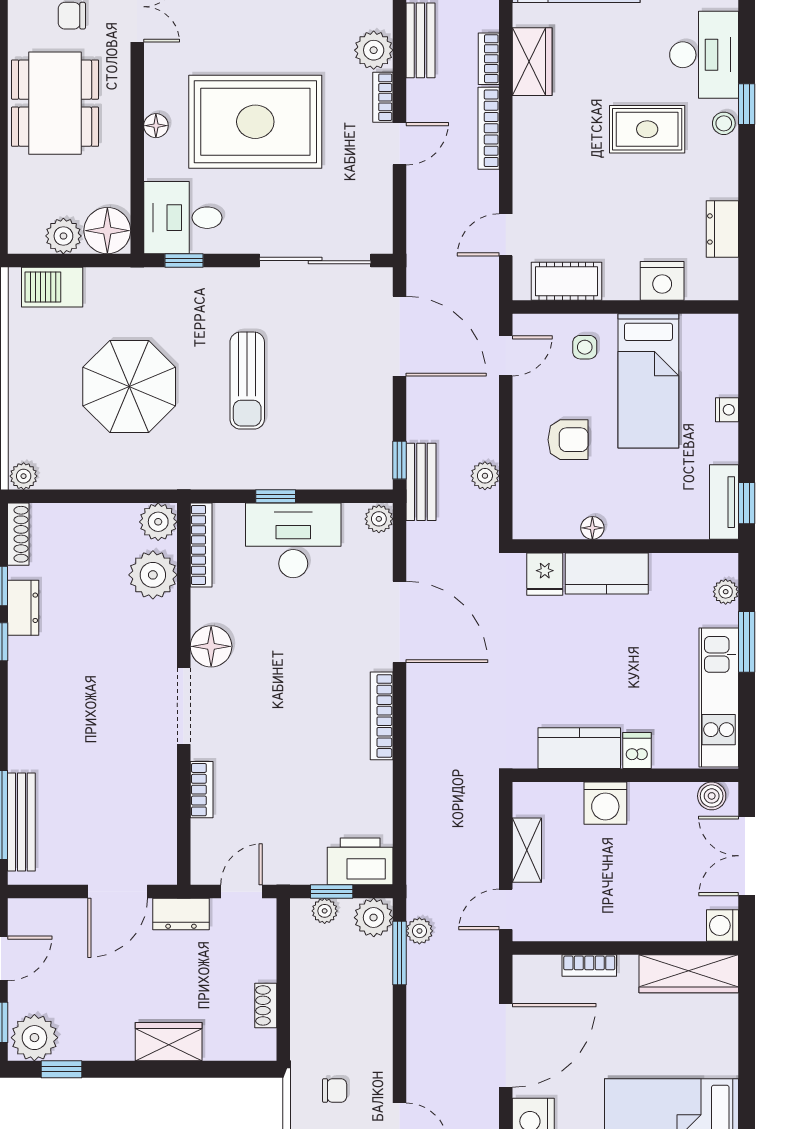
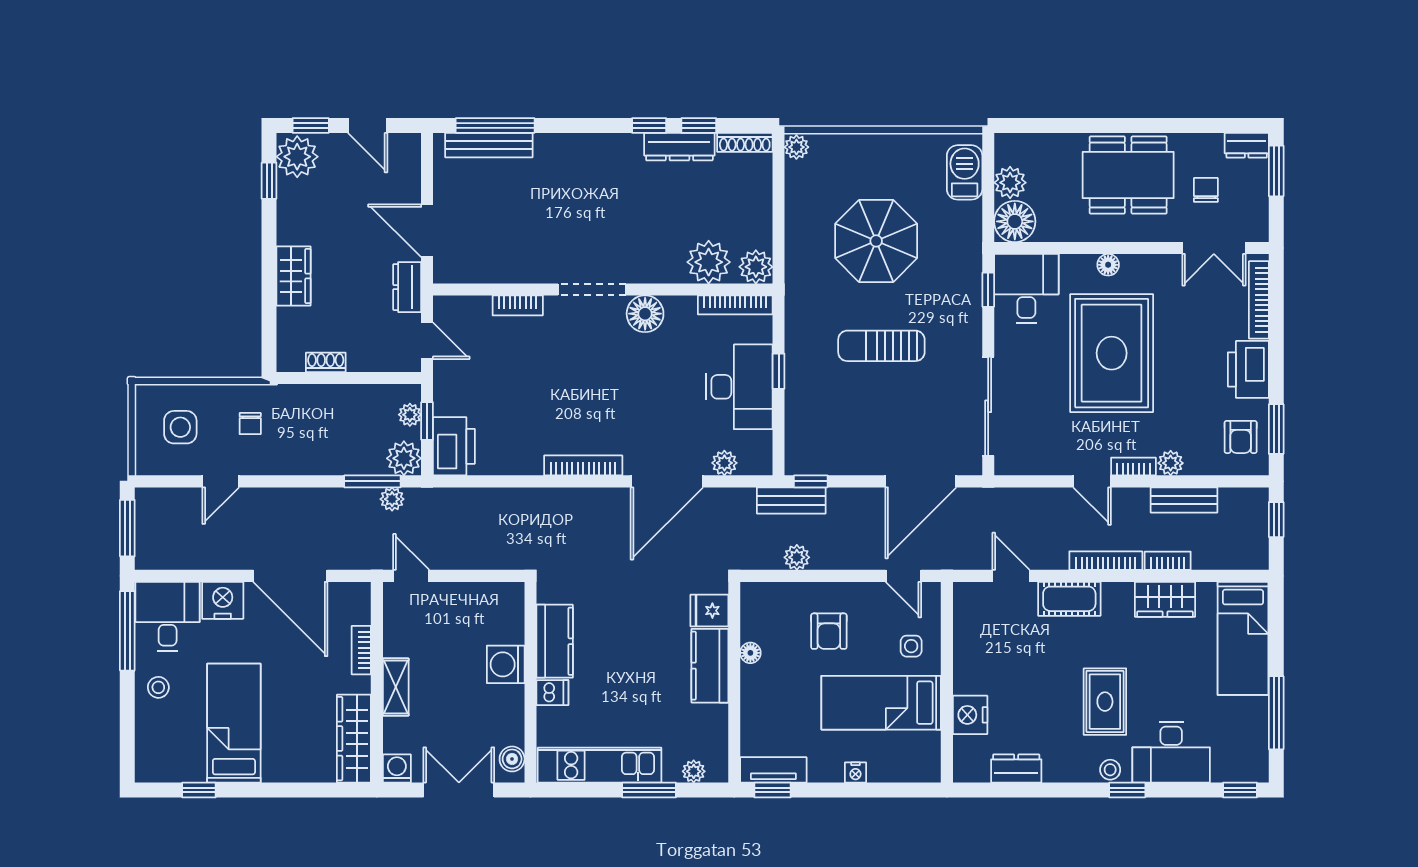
plant: (374, 50) -> (1171, 463), width x0.73, depth x0.73
cot: (566, 281) -> (1069, 599), moved, turned 90
plant: (379, 519) -> (724, 463), moved
dresser: (23, 608) -> (679, 147), width x1.44
shelving: (527, 850) -> (396, 687), moved, turned 90

